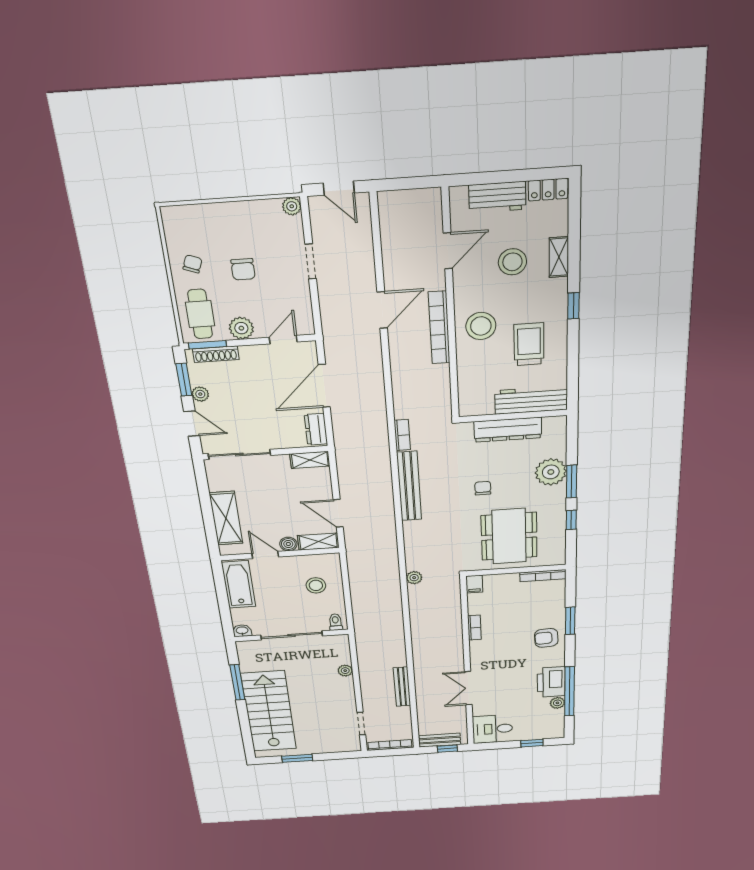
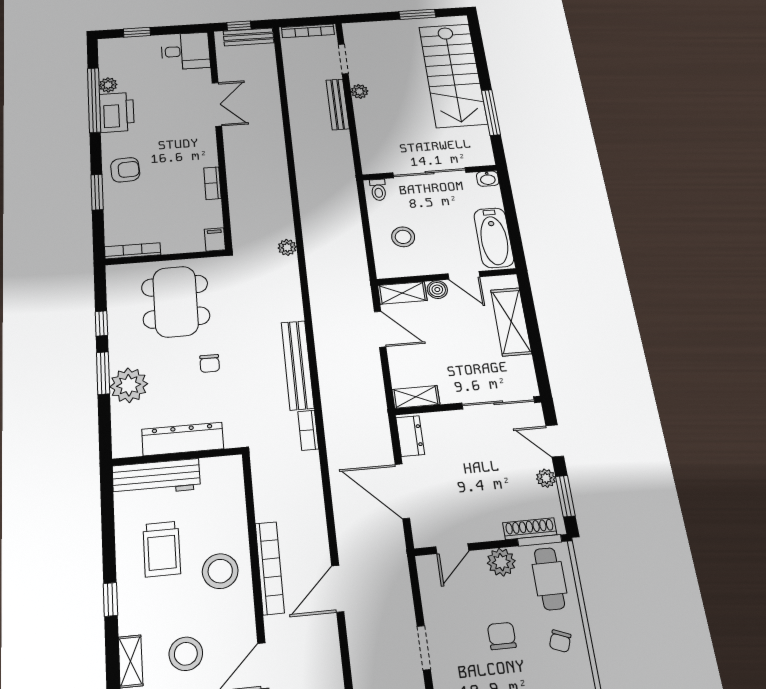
door: (324, 386) -> (402, 491), swing flipped
plant: (345, 671) -> (360, 91), moved
bench: (402, 687) -> (338, 104), moved

